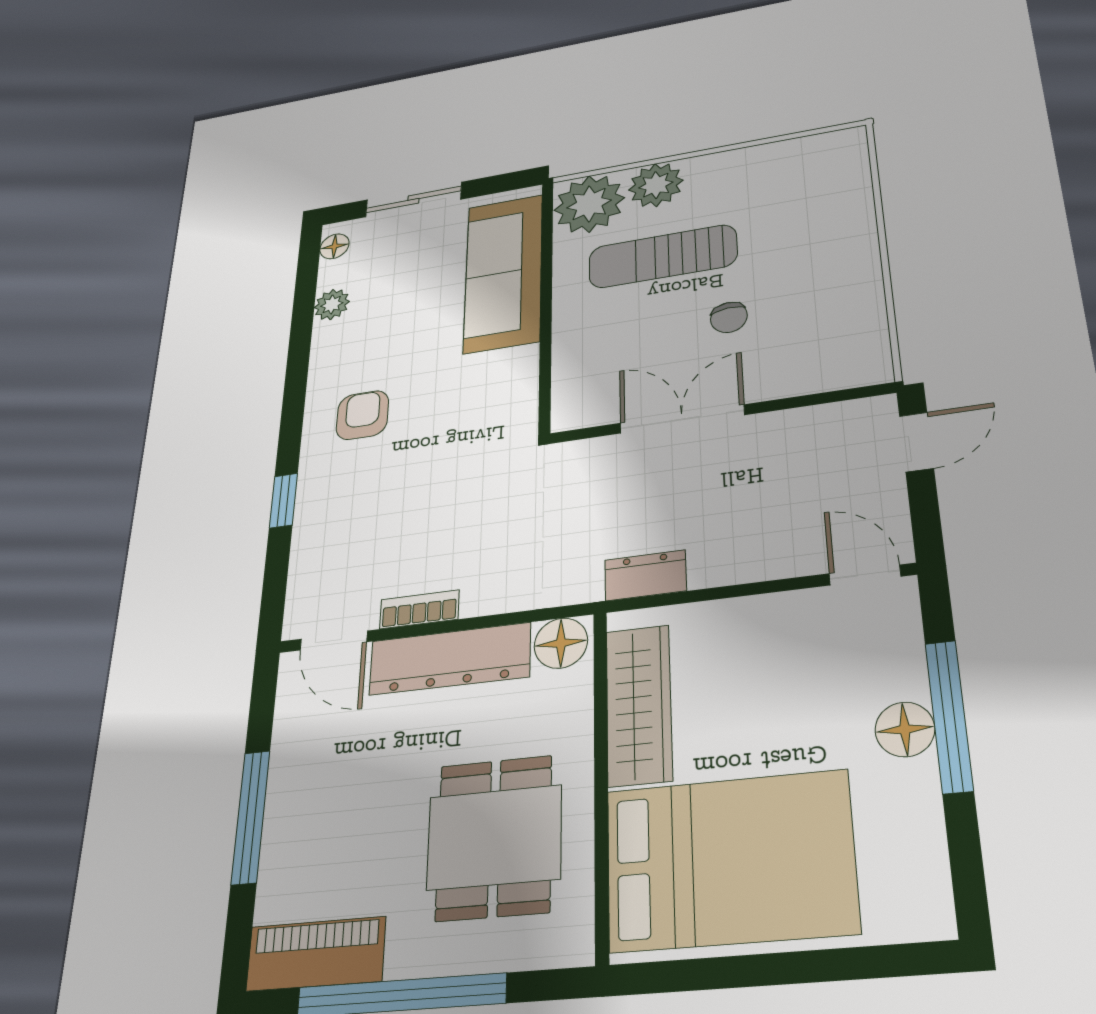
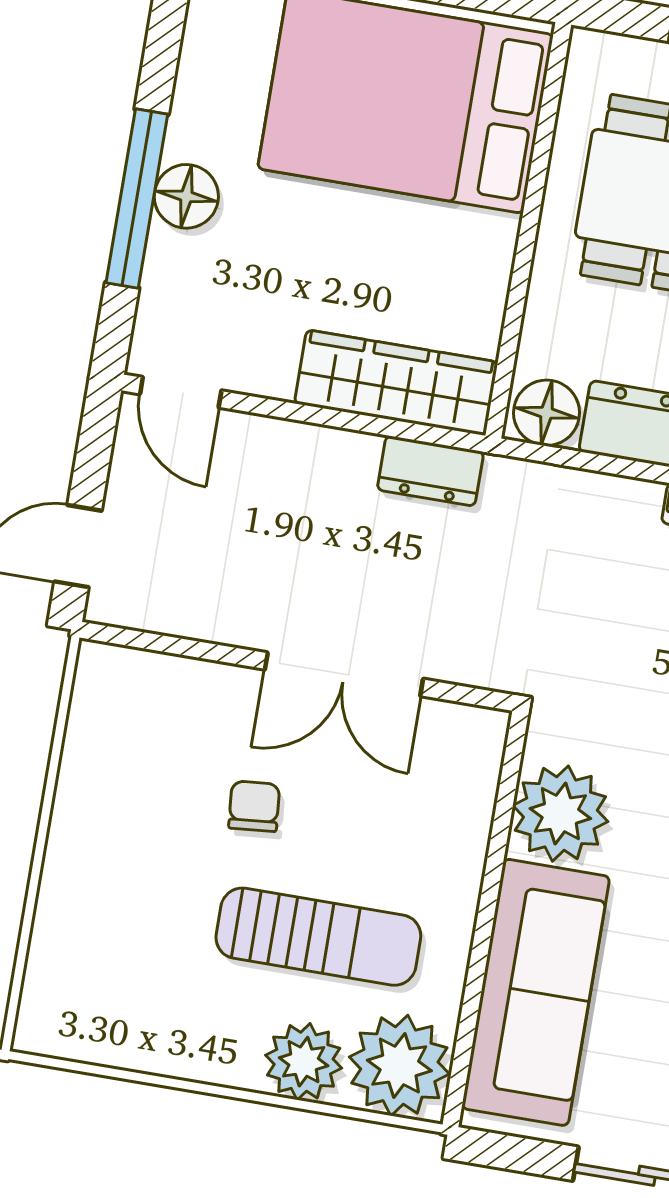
plant: (504, 381) -> (560, 814), added
wardrobe: (639, 705) -> (396, 383), moved, turned 90

